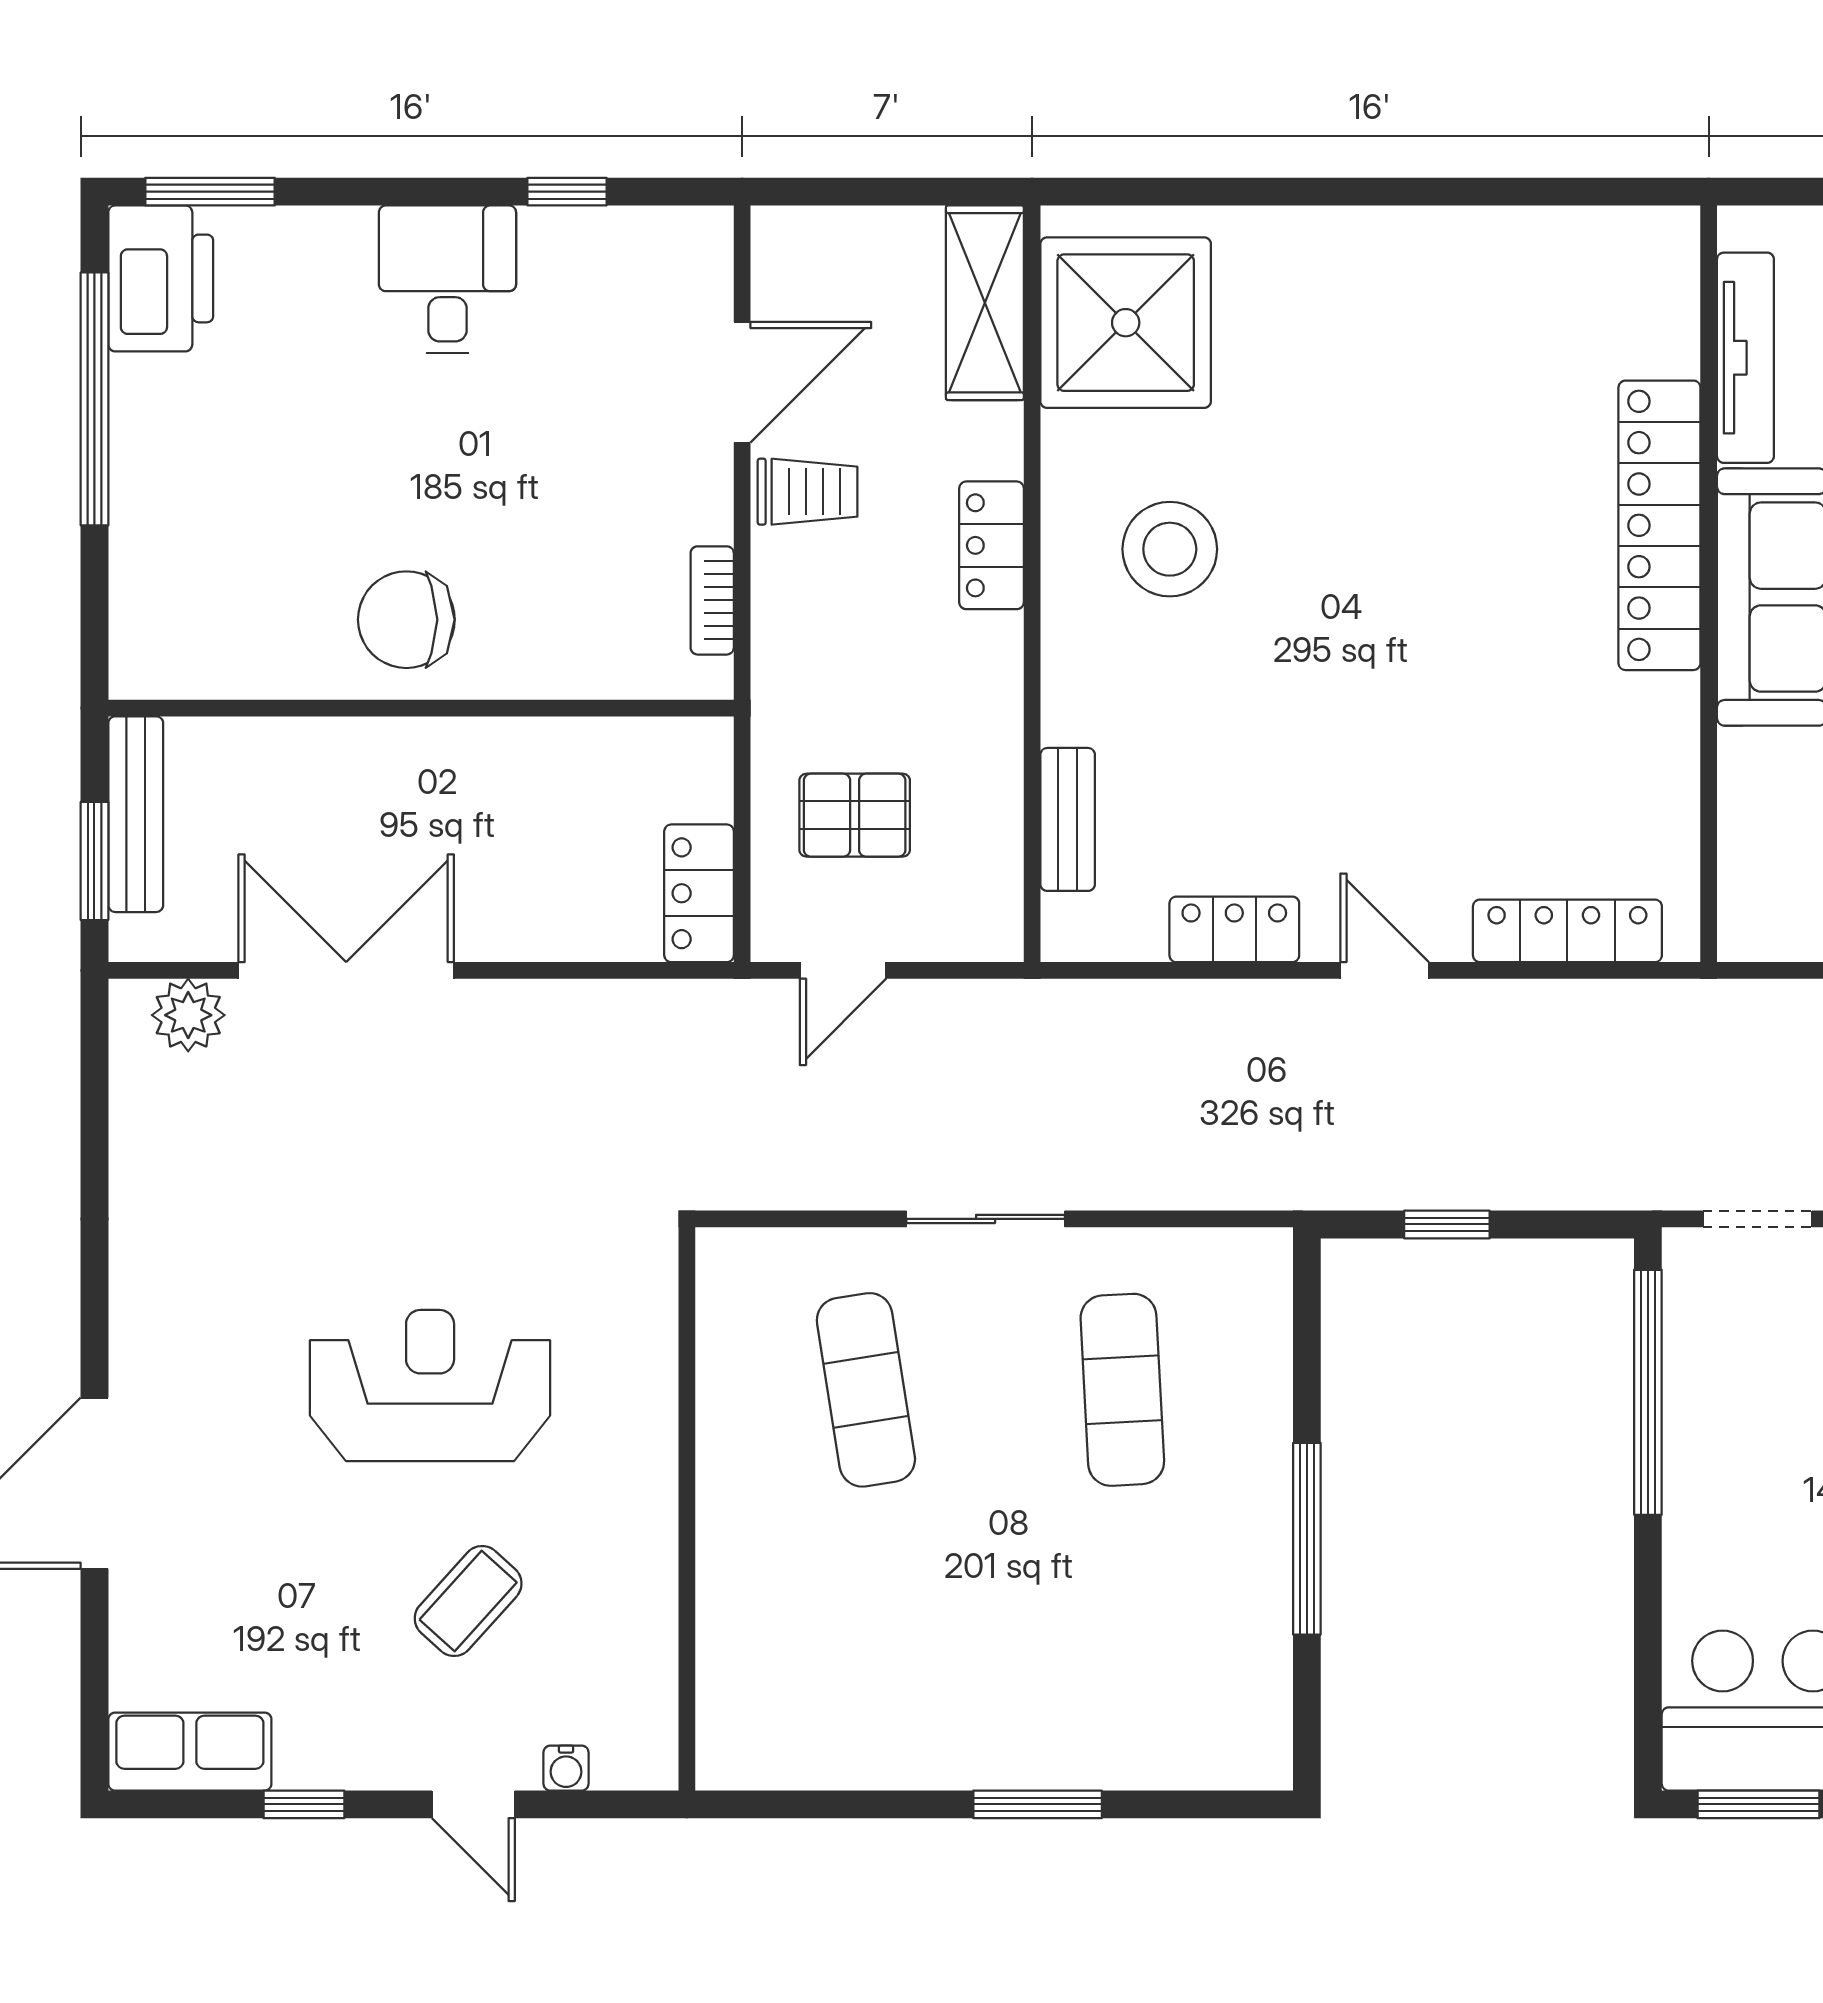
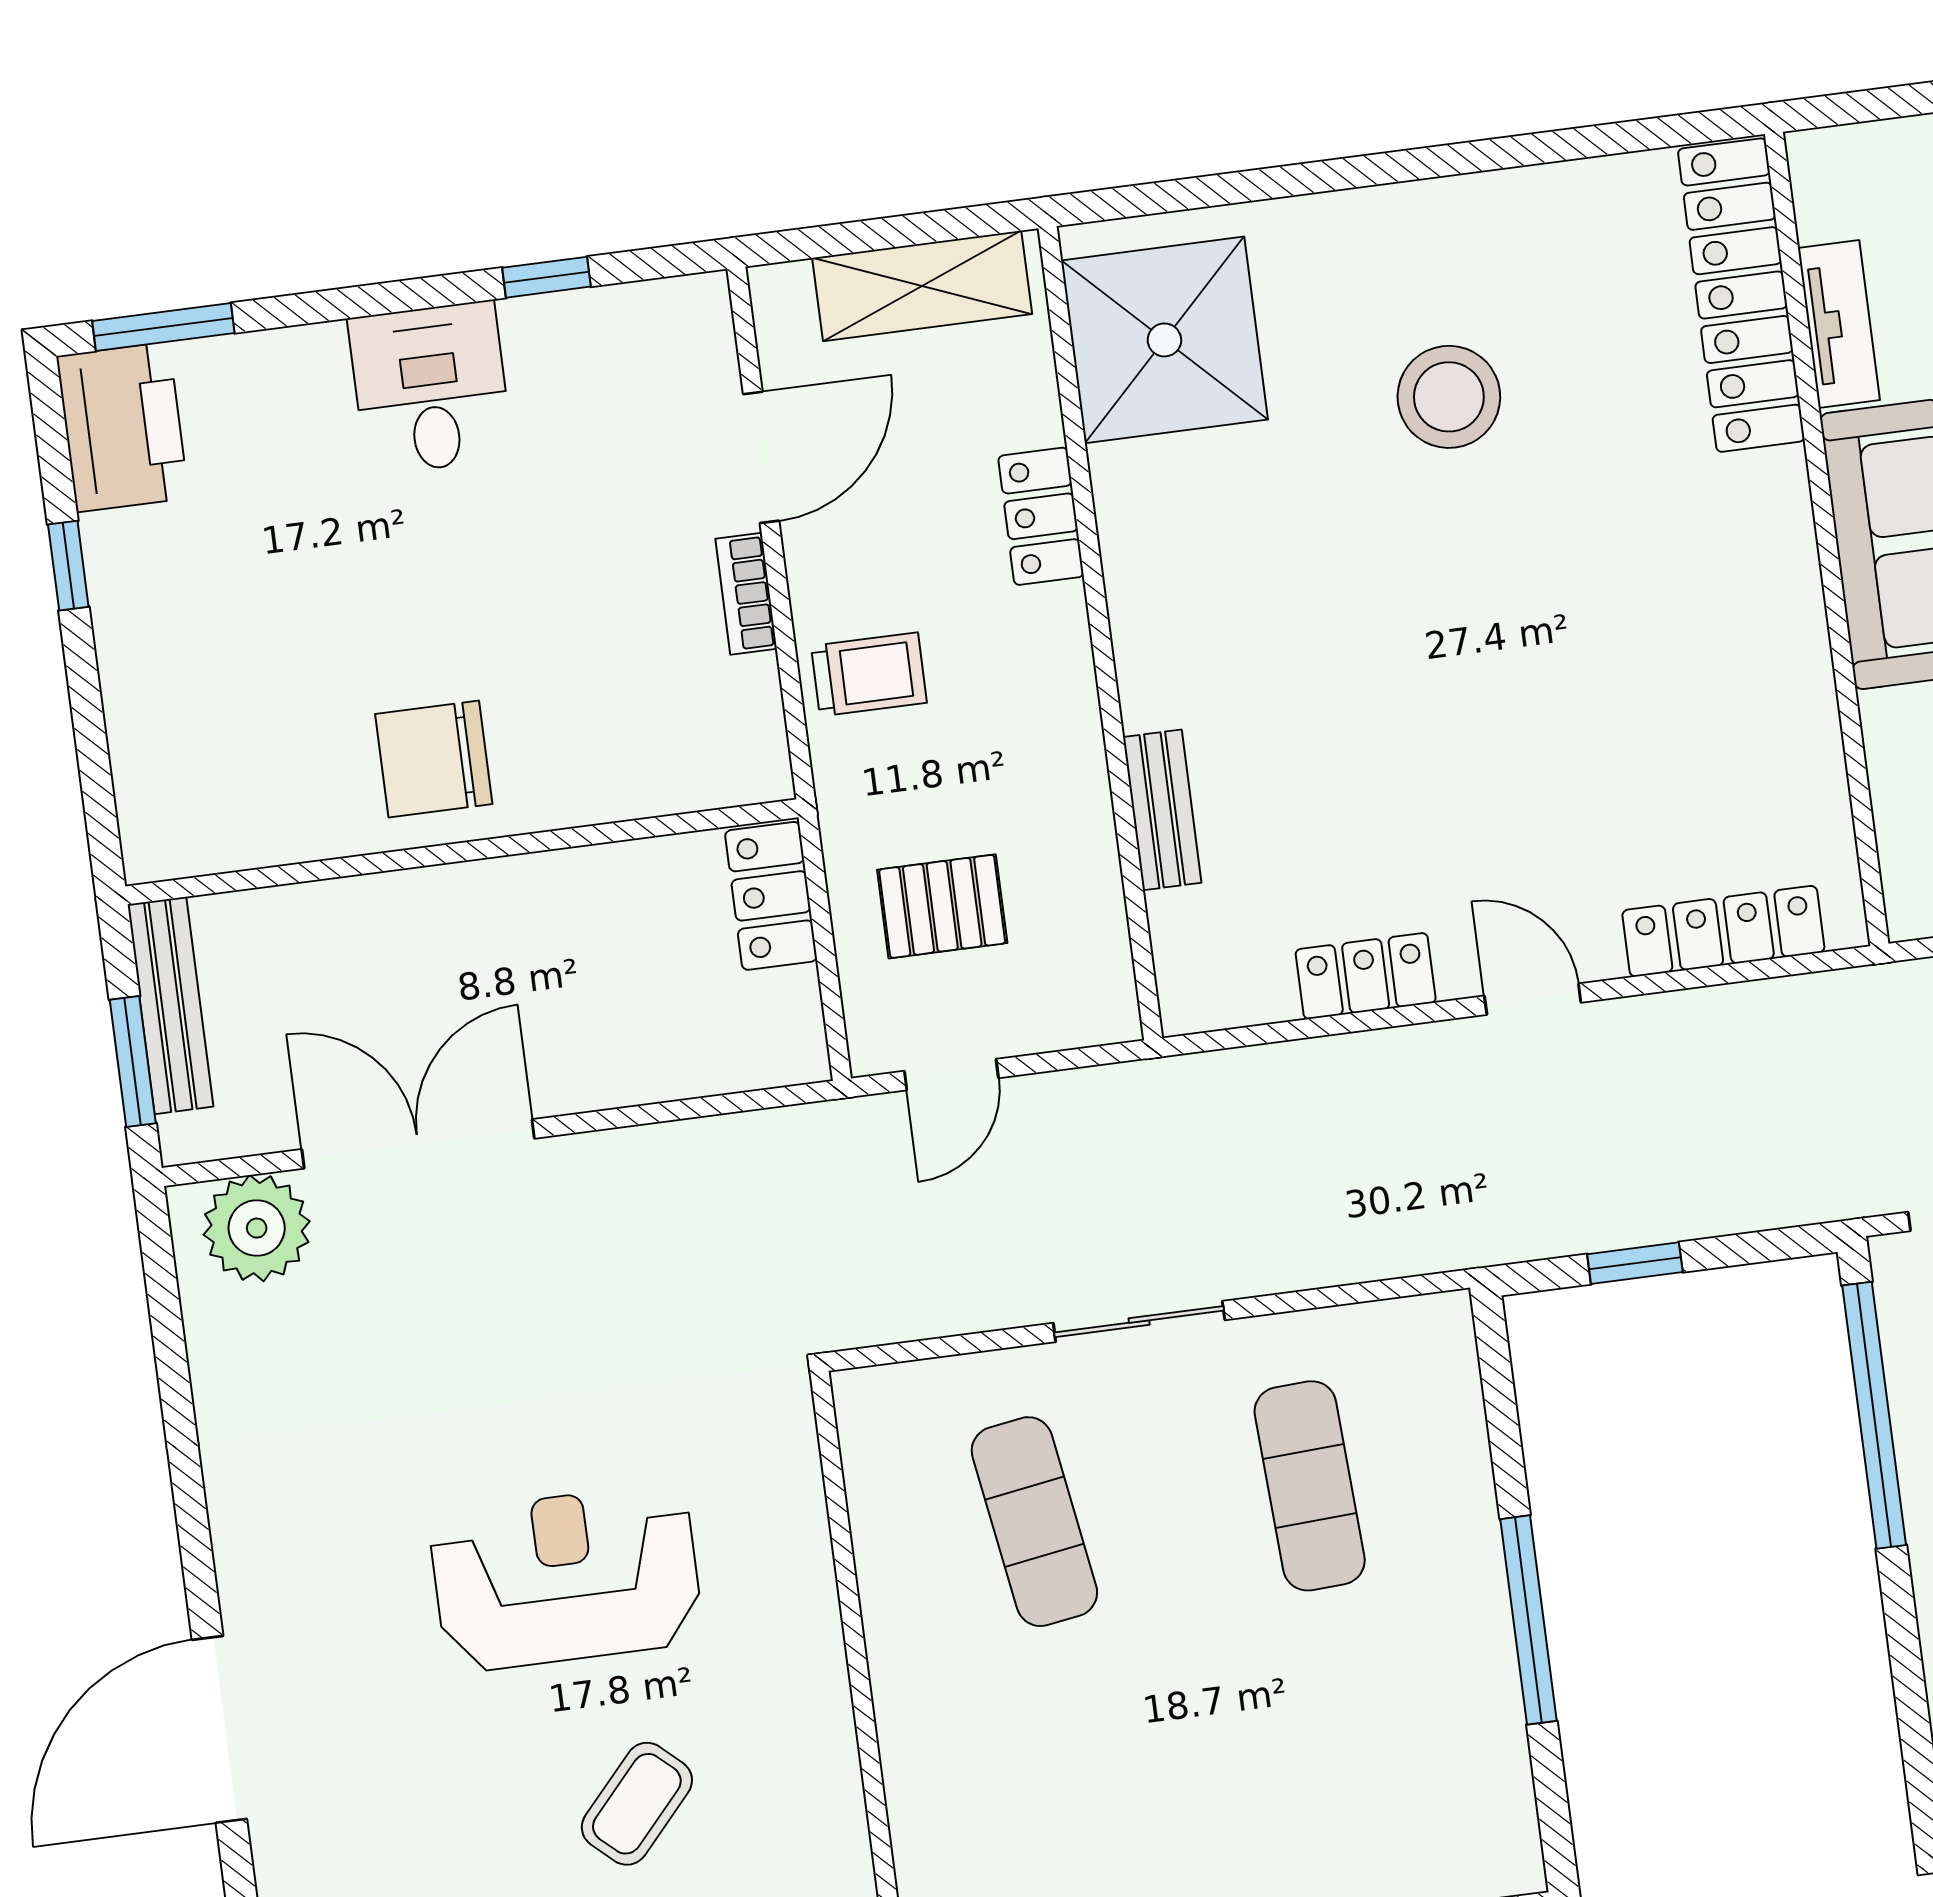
shelving: (985, 303) -> (922, 286), moved, turned 90
tv unit: (1745, 358) -> (1839, 324), width x0.71
window: (94, 399) -> (68, 566), width x0.32
trolley: (808, 492) -> (869, 674), moved
locker: (1659, 525) -> (1741, 295), moved
locker: (991, 545) -> (1041, 516), moved
stool: (1170, 549) -> (1449, 397), moved
bookcase: (712, 600) -> (746, 594), moved
bench: (1068, 819) -> (1162, 810), moved
locker: (699, 893) -> (771, 896), moved
plant: (188, 1015) -> (257, 1228), width x1.36, depth x1.36

